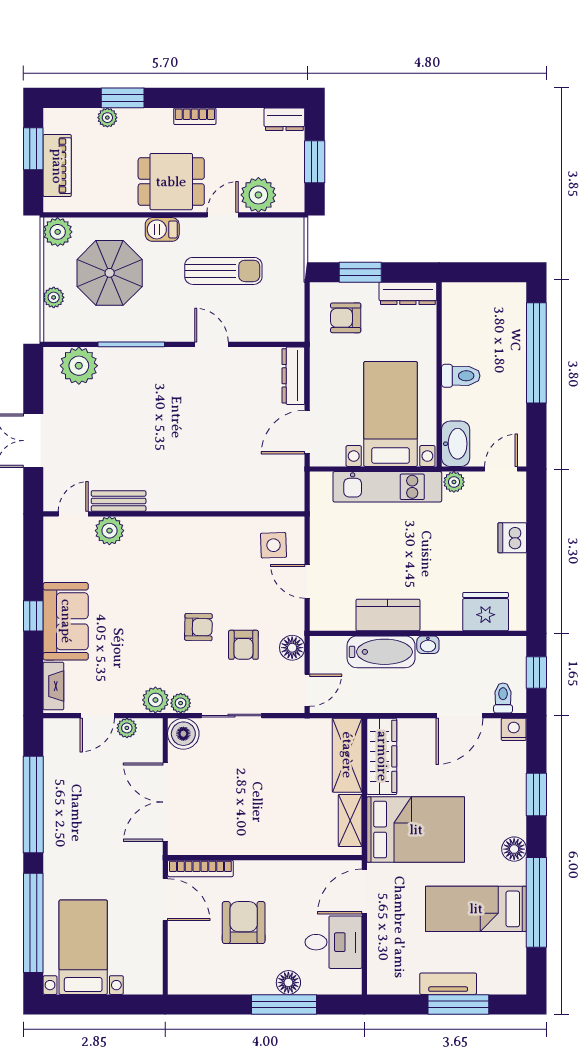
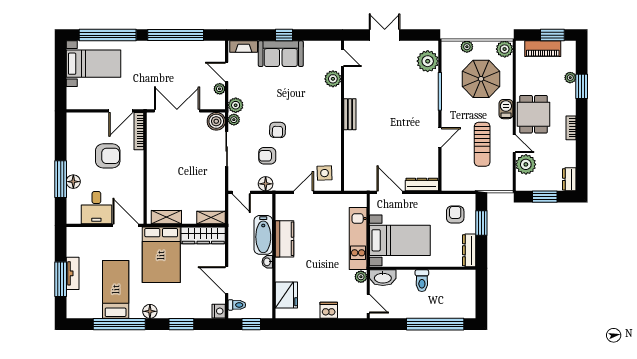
bench: (119, 501) -> (350, 114), moved
shelving: (347, 755) -> (211, 218), width x0.67, depth x0.75

